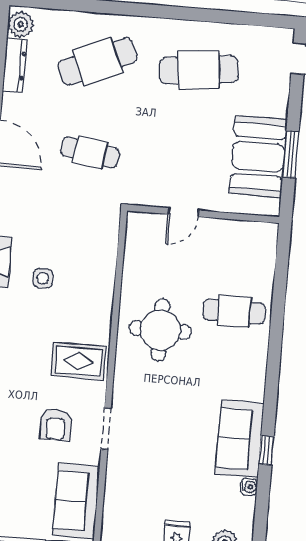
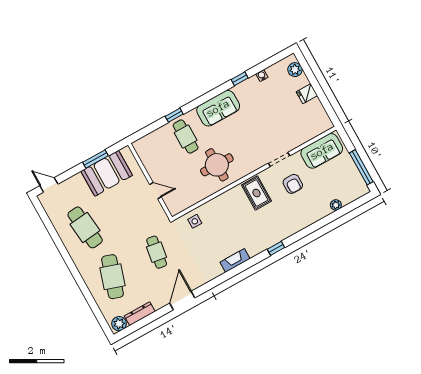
cafe table: (97, 62) -> (112, 277), turned 42
side table: (43, 278) -> (195, 221), moved
window: (277, 316) -> (174, 115), added
armchair: (56, 425) -> (293, 184), turned 90
sofa: (240, 439) -> (218, 108), moved

